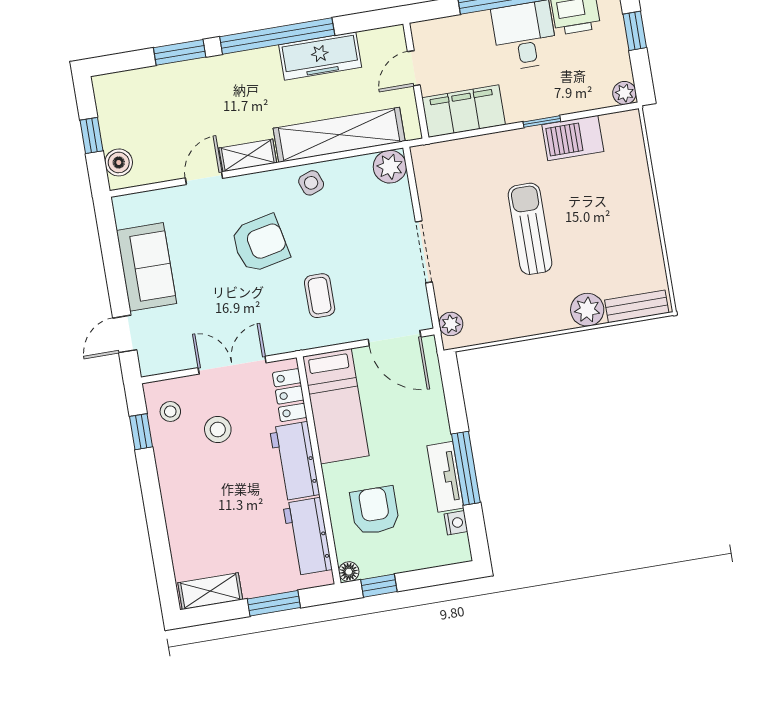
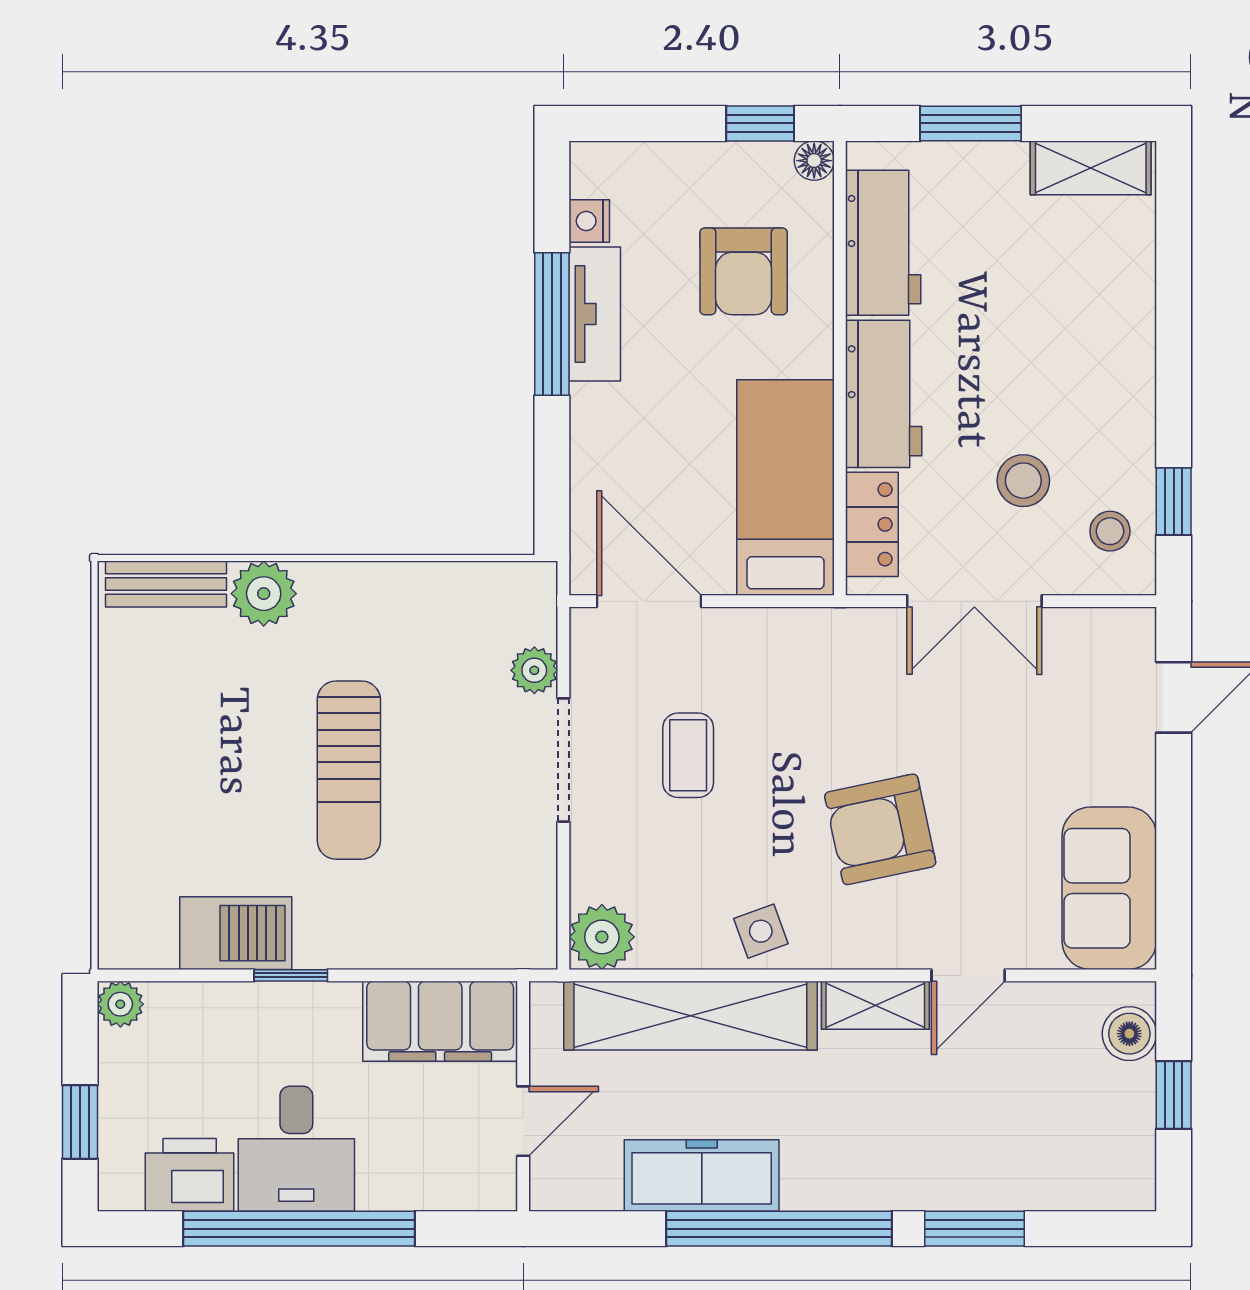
sofa: (146, 267) -> (1109, 888), moved
coffee table: (320, 296) -> (688, 755), moved
plant: (451, 324) -> (534, 670), moved

